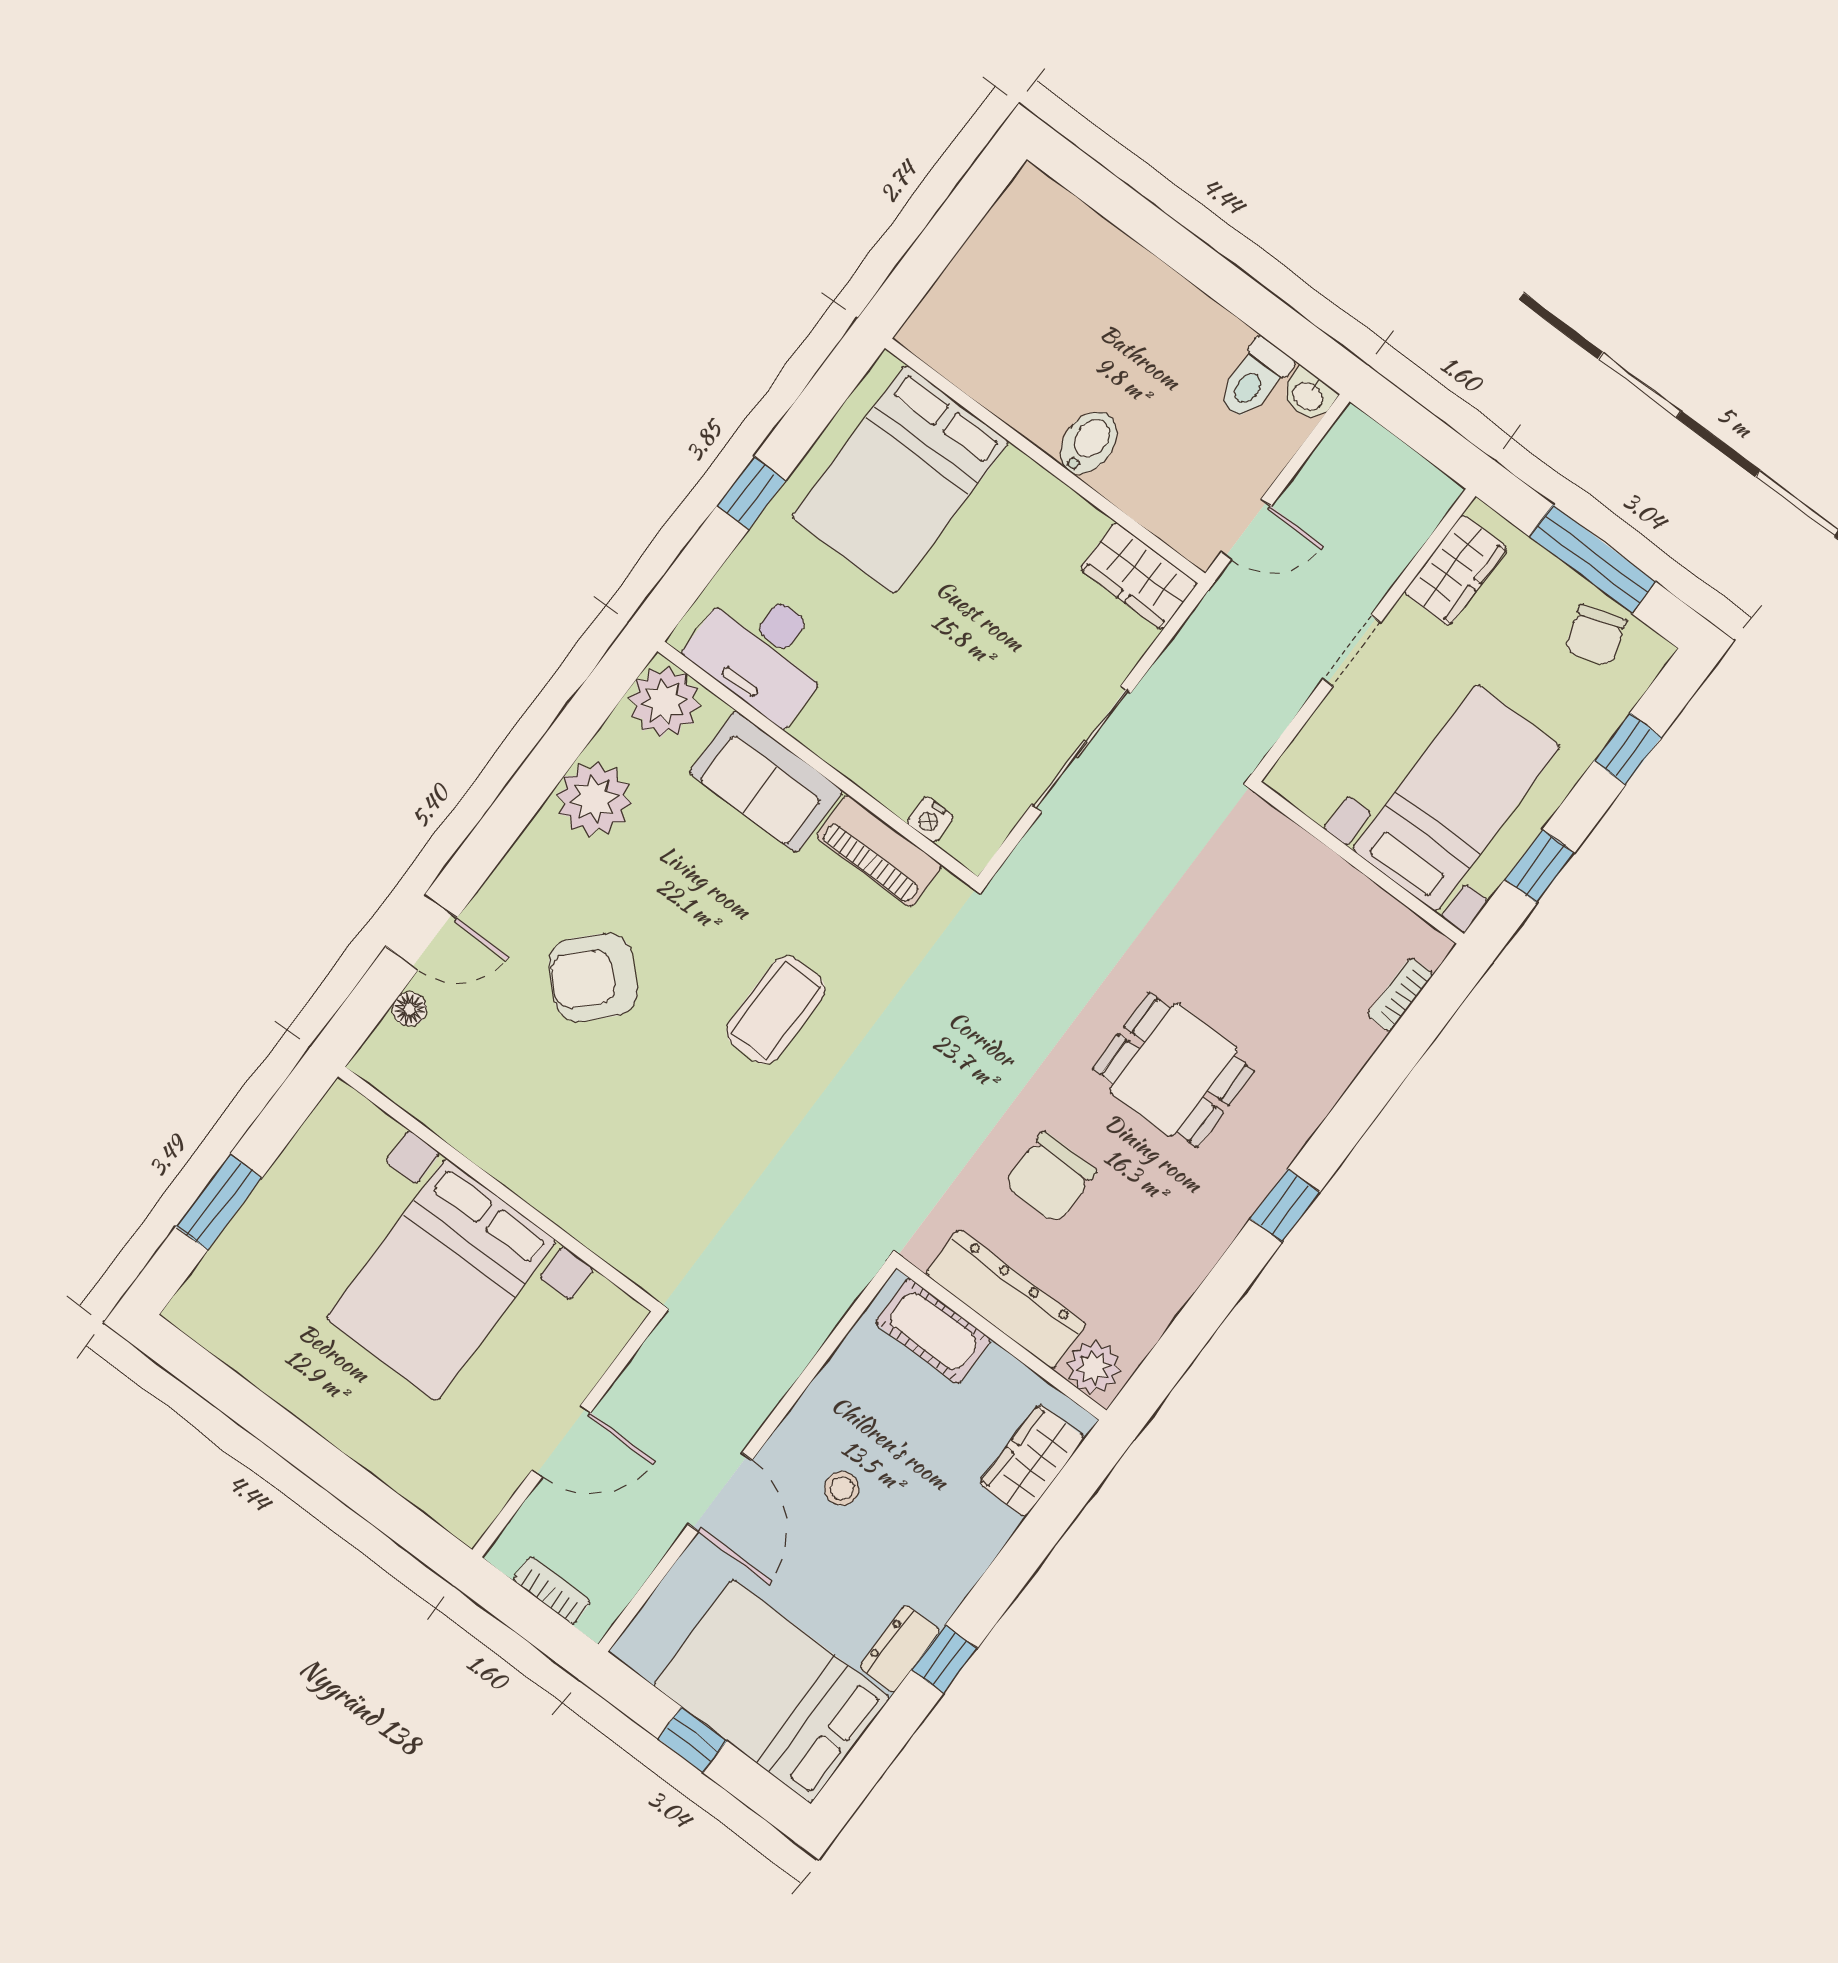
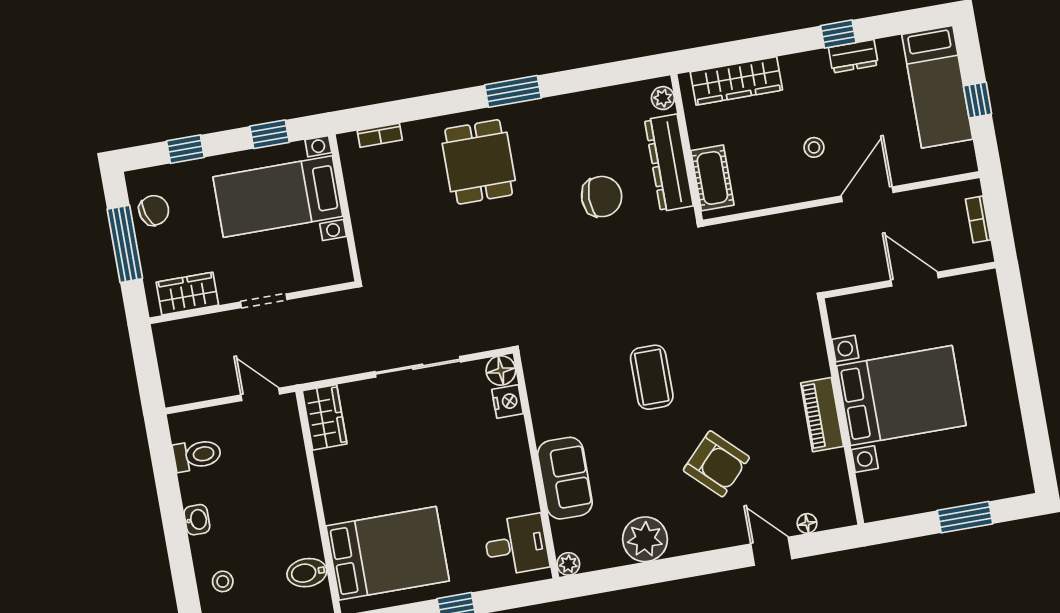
stool: (1074, 251) -> (223, 581), added
washbasin: (1308, 395) -> (197, 520), moved
bidet: (1088, 443) -> (307, 573), moved
desk: (763, 652) -> (516, 545), width x0.73
plant: (665, 702) -> (568, 564), width x0.53, depth x0.53
nightstand: (930, 820) -> (508, 401), width x1.39, depth x1.35
floor lamp: (973, 842) -> (501, 370), added
piano: (879, 851) -> (822, 415), moved, turned 180
coffee table: (776, 1010) -> (652, 377), turned 90
dining table: (1174, 1070) -> (479, 162), moved
window: (1285, 1206) -> (513, 91), width x1.50
plant: (1094, 1367) -> (663, 98), width x0.73, depth x0.73
wardrobe: (1032, 1461) -> (736, 81), width x1.50
bed: (772, 1691) -> (937, 87), width x0.67

